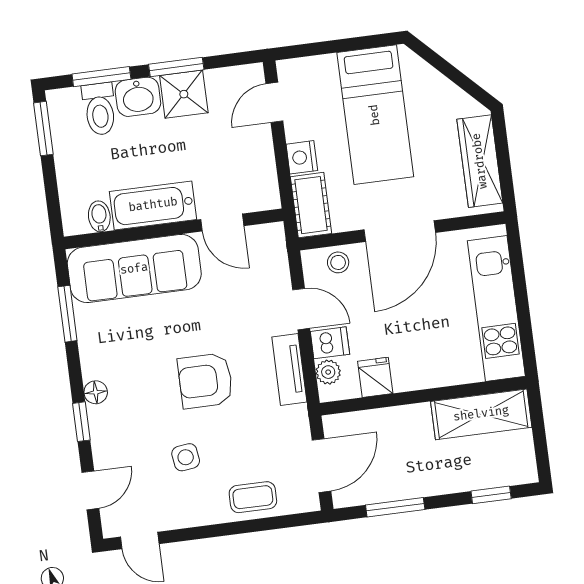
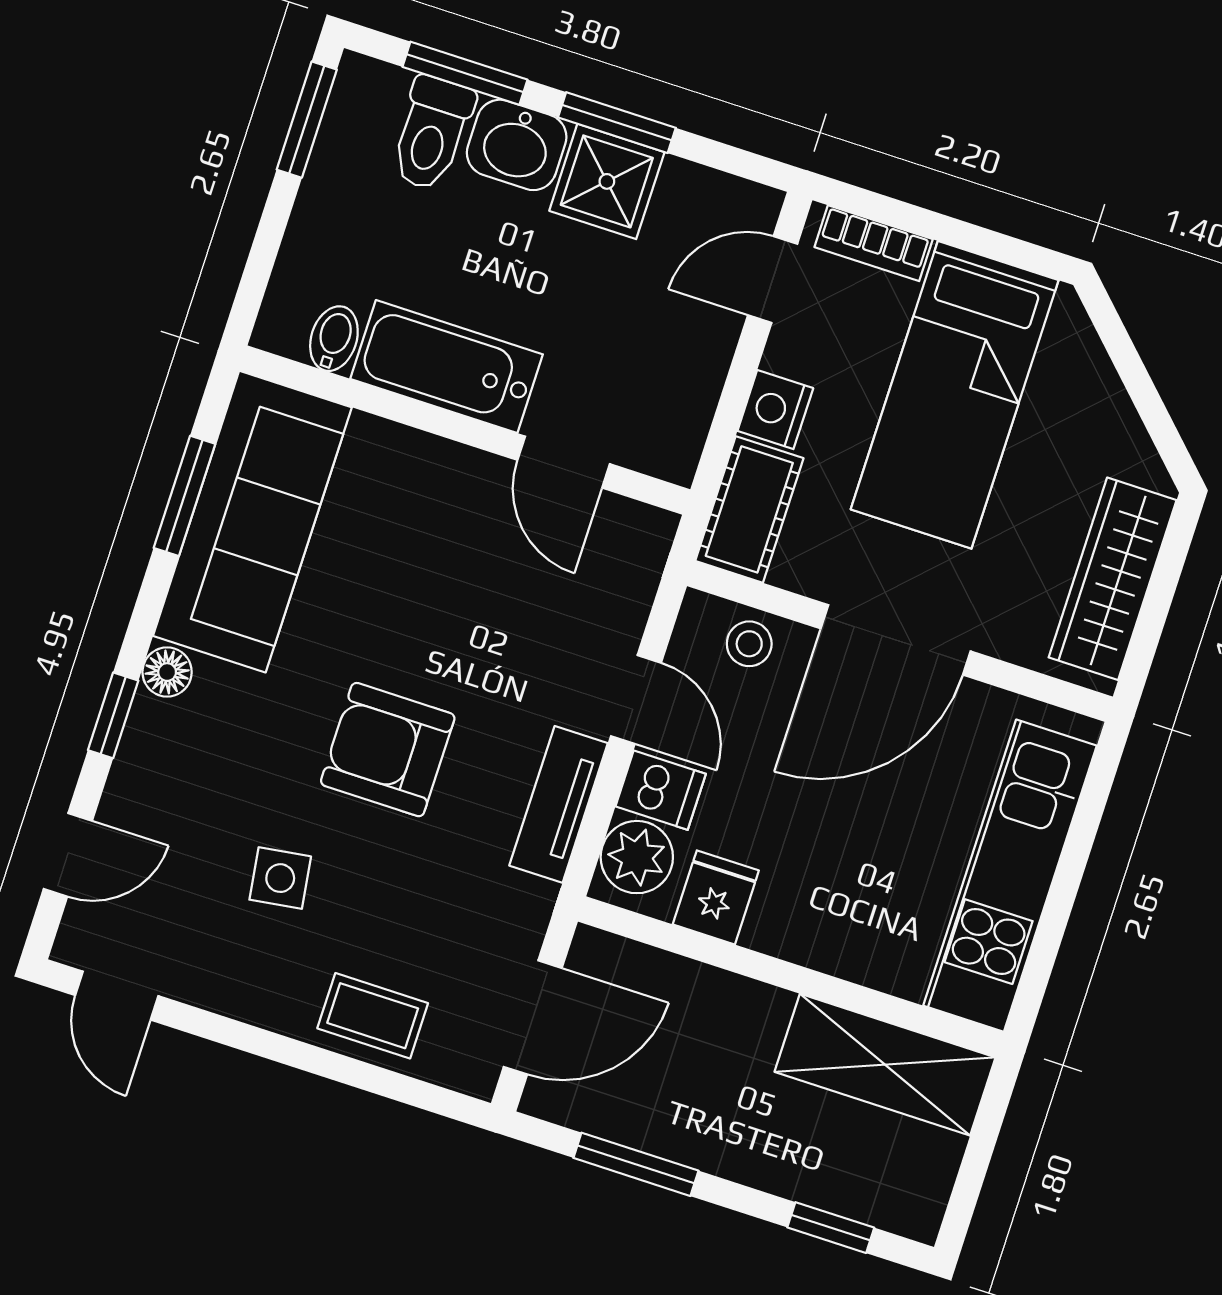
bookcase: (310, 66) -> (874, 243), added
sofa: (134, 269) -> (252, 522), moved, turned -90
plant: (328, 372) -> (637, 857), width x1.38, depth x1.38

